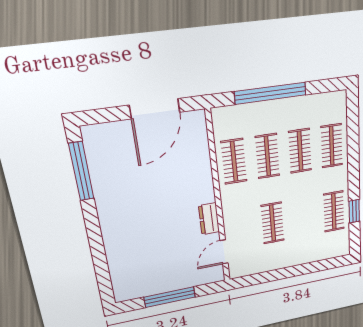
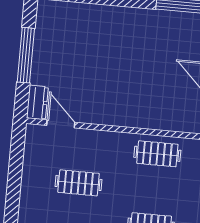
clothes rail: (267, 156) -> (154, 190), removed
dresser: (209, 219) -> (37, 102), moved, turned 90

